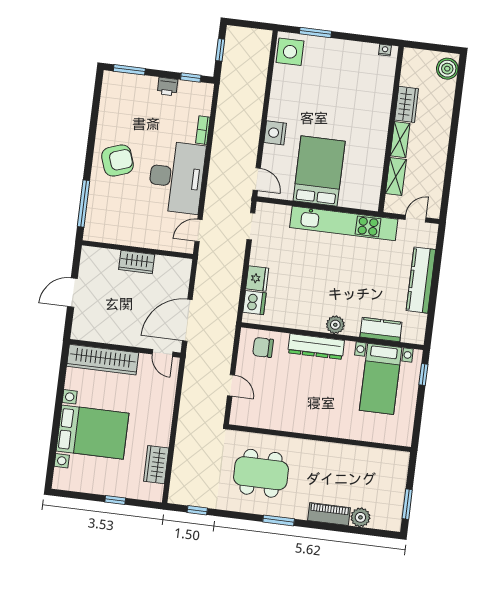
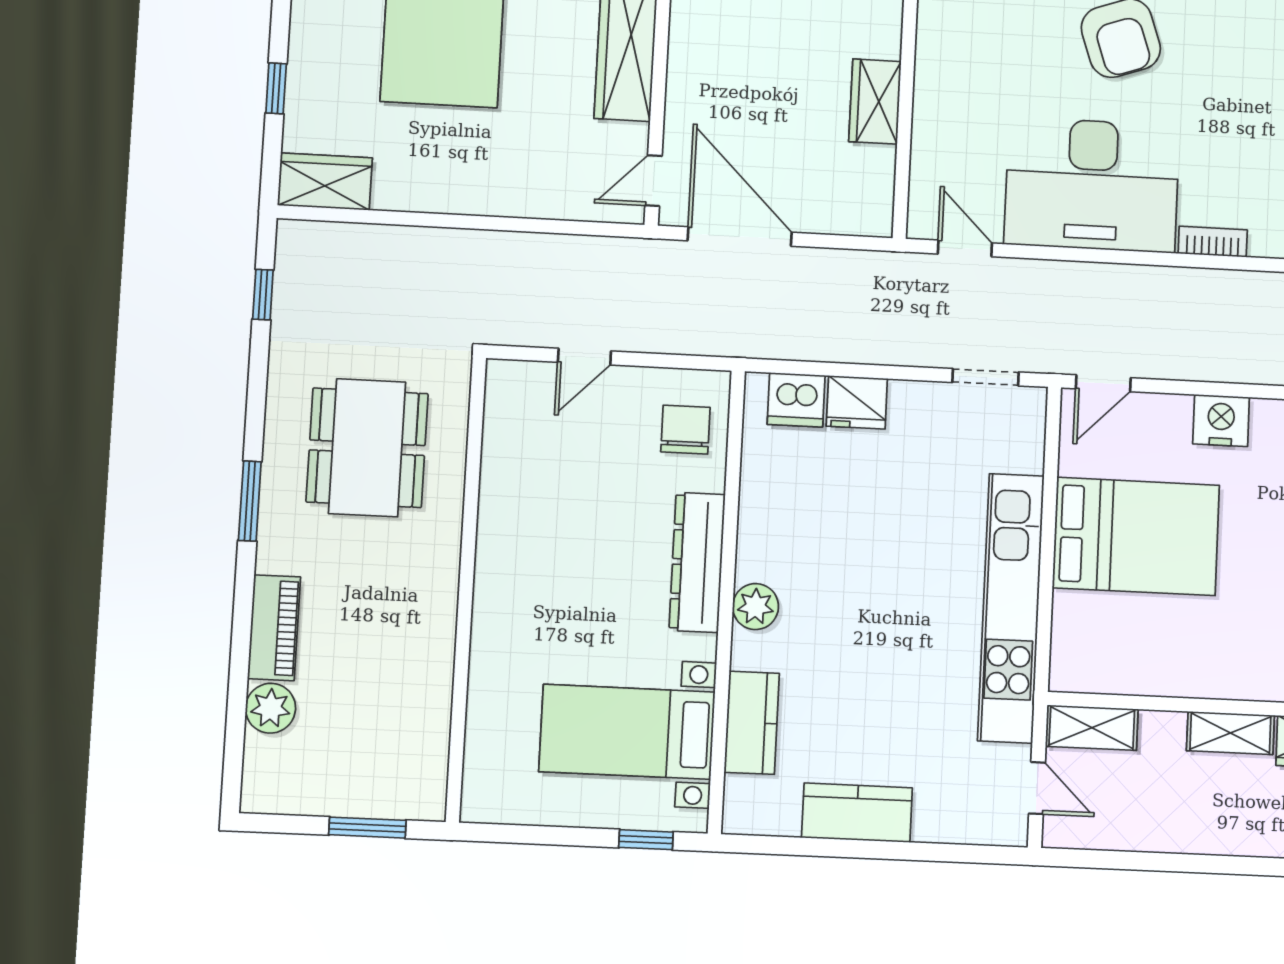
shelving: (396, 176) -> (1092, 728), moved
kitchen counter: (421, 280) -> (857, 813), width x0.67
wardrobe: (156, 465) -> (325, 182), moved
window: (407, 504) -> (367, 828), moved

